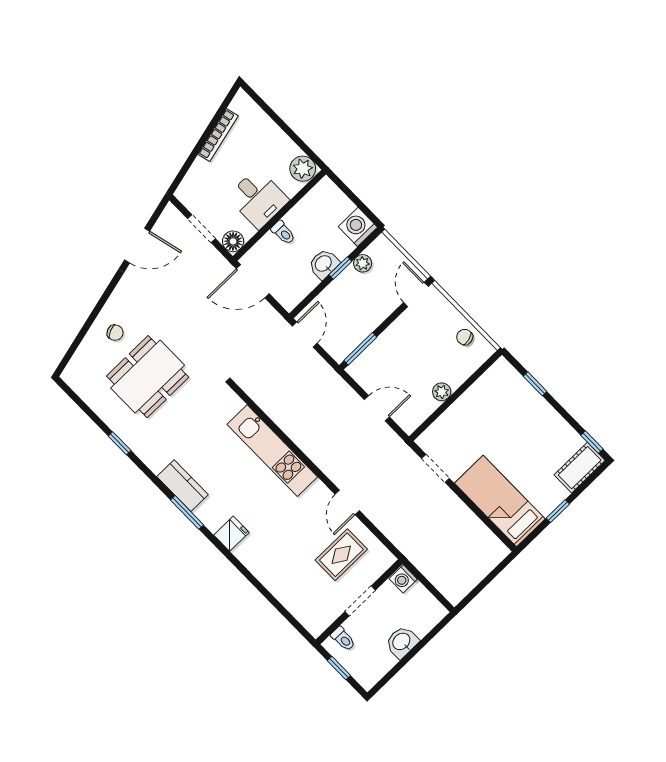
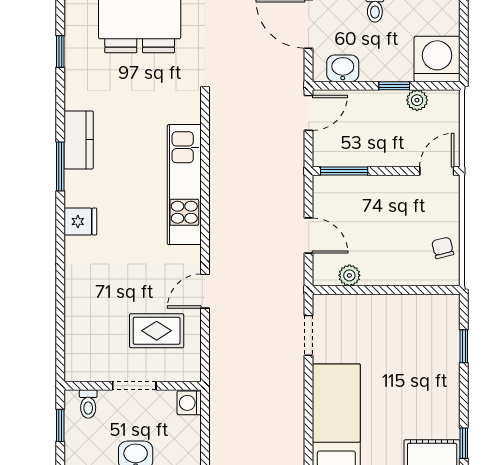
washing machine: (358, 227) -> (437, 59), width x1.37, depth x1.37
washbasin: (324, 264) -> (343, 68), moved
plant: (442, 392) -> (349, 275), moved

